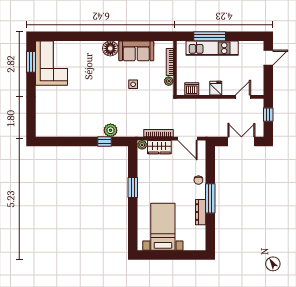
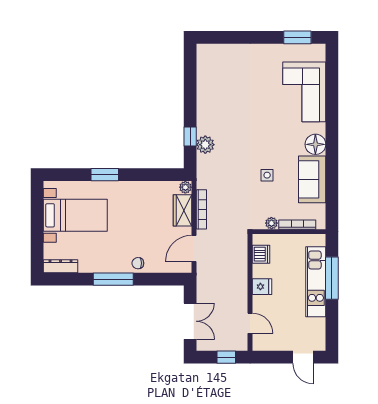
corner sofa: (51, 63) -> (304, 92), moved, turned 90
window: (133, 188) -> (105, 175), moved
dresser: (201, 212) -> (61, 266), moved

